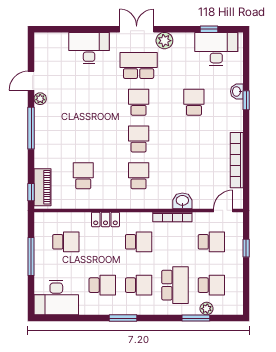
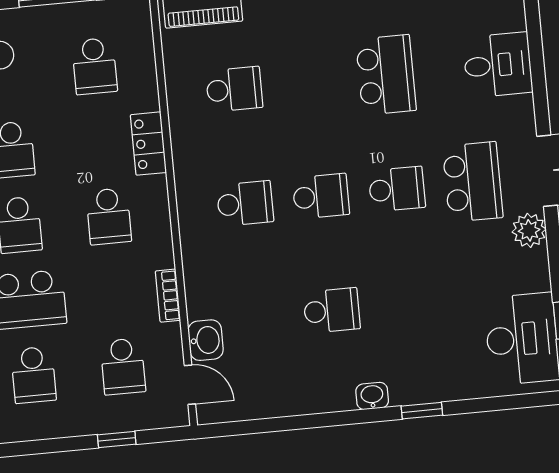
desk: (89, 48) -> (498, 65), width x0.73
washbasin: (237, 91) -> (372, 396), moved
school desk: (83, 102) -> (386, 75), added
school desk: (194, 102) -> (332, 310), moved
bookcase: (237, 160) -> (297, 403), removed
washbasin: (182, 201) -> (206, 340), moved
bookcase: (172, 217) -> (168, 296), width x0.64

